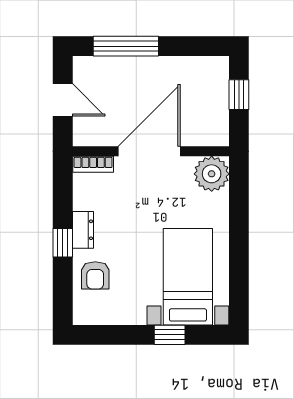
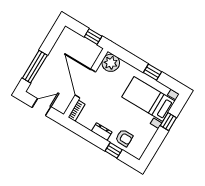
window: (239, 95) -> (93, 36), moved
window: (63, 243) -> (114, 150), moved
window: (239, 256) -> (152, 72), added

